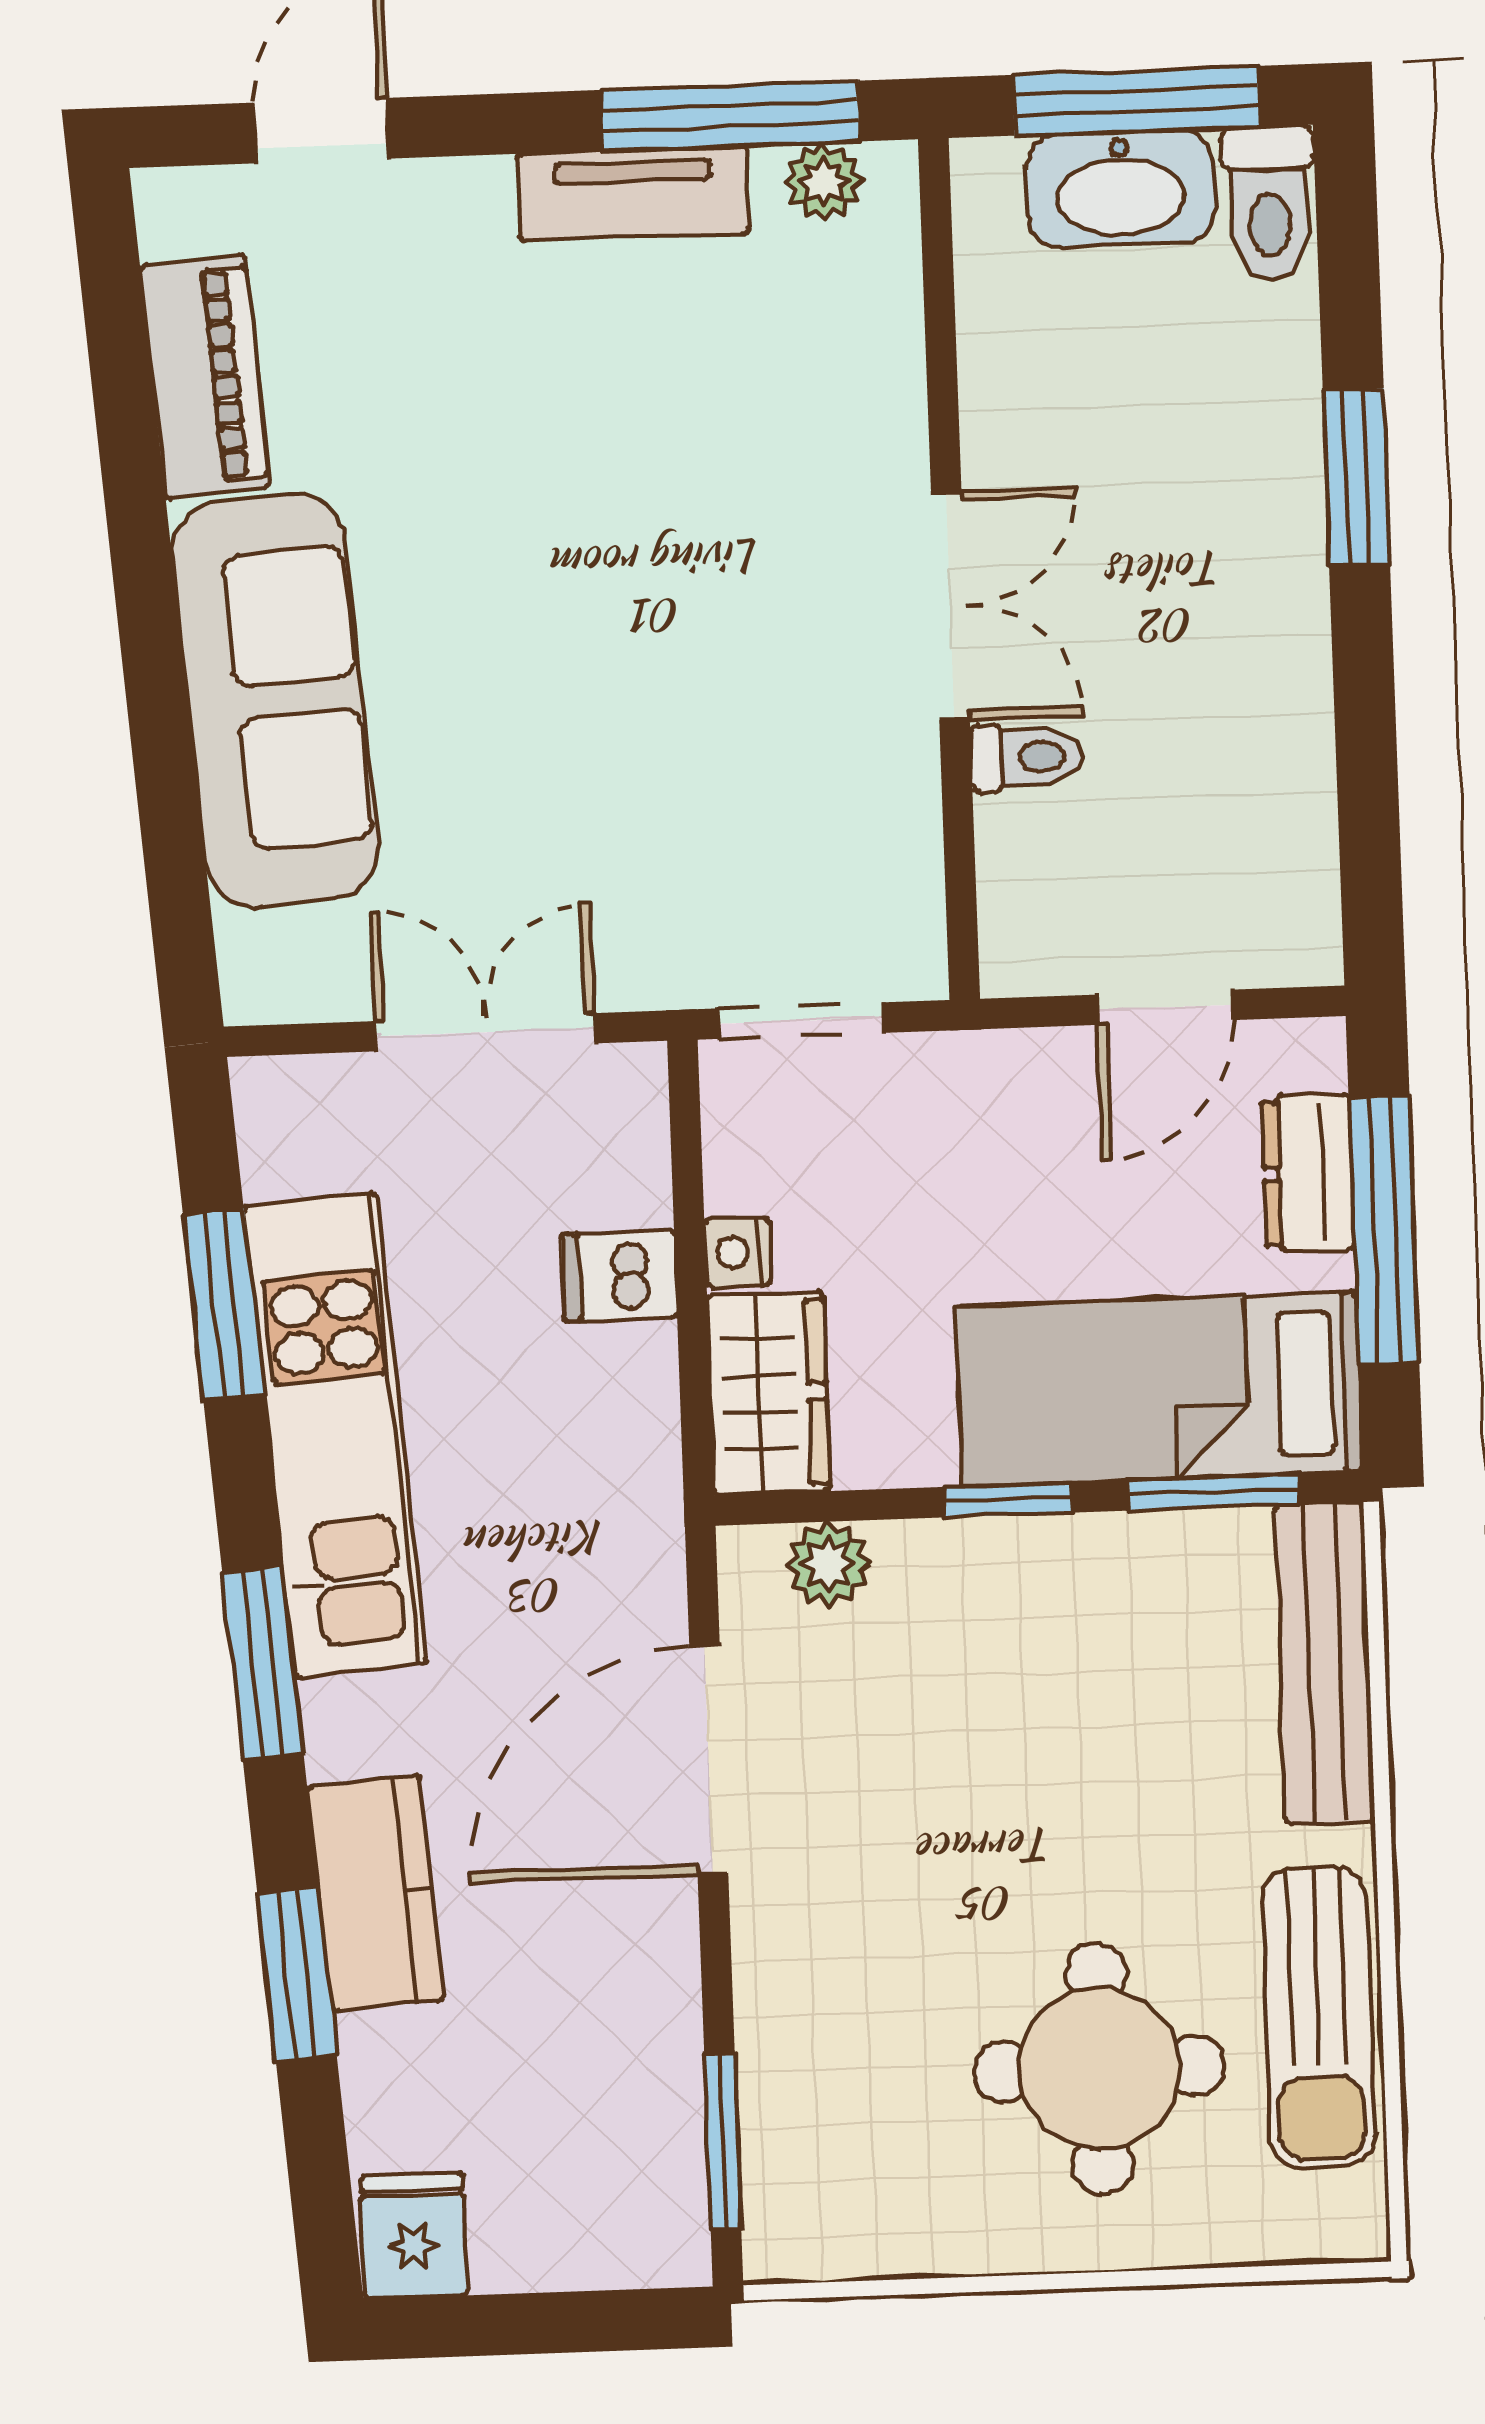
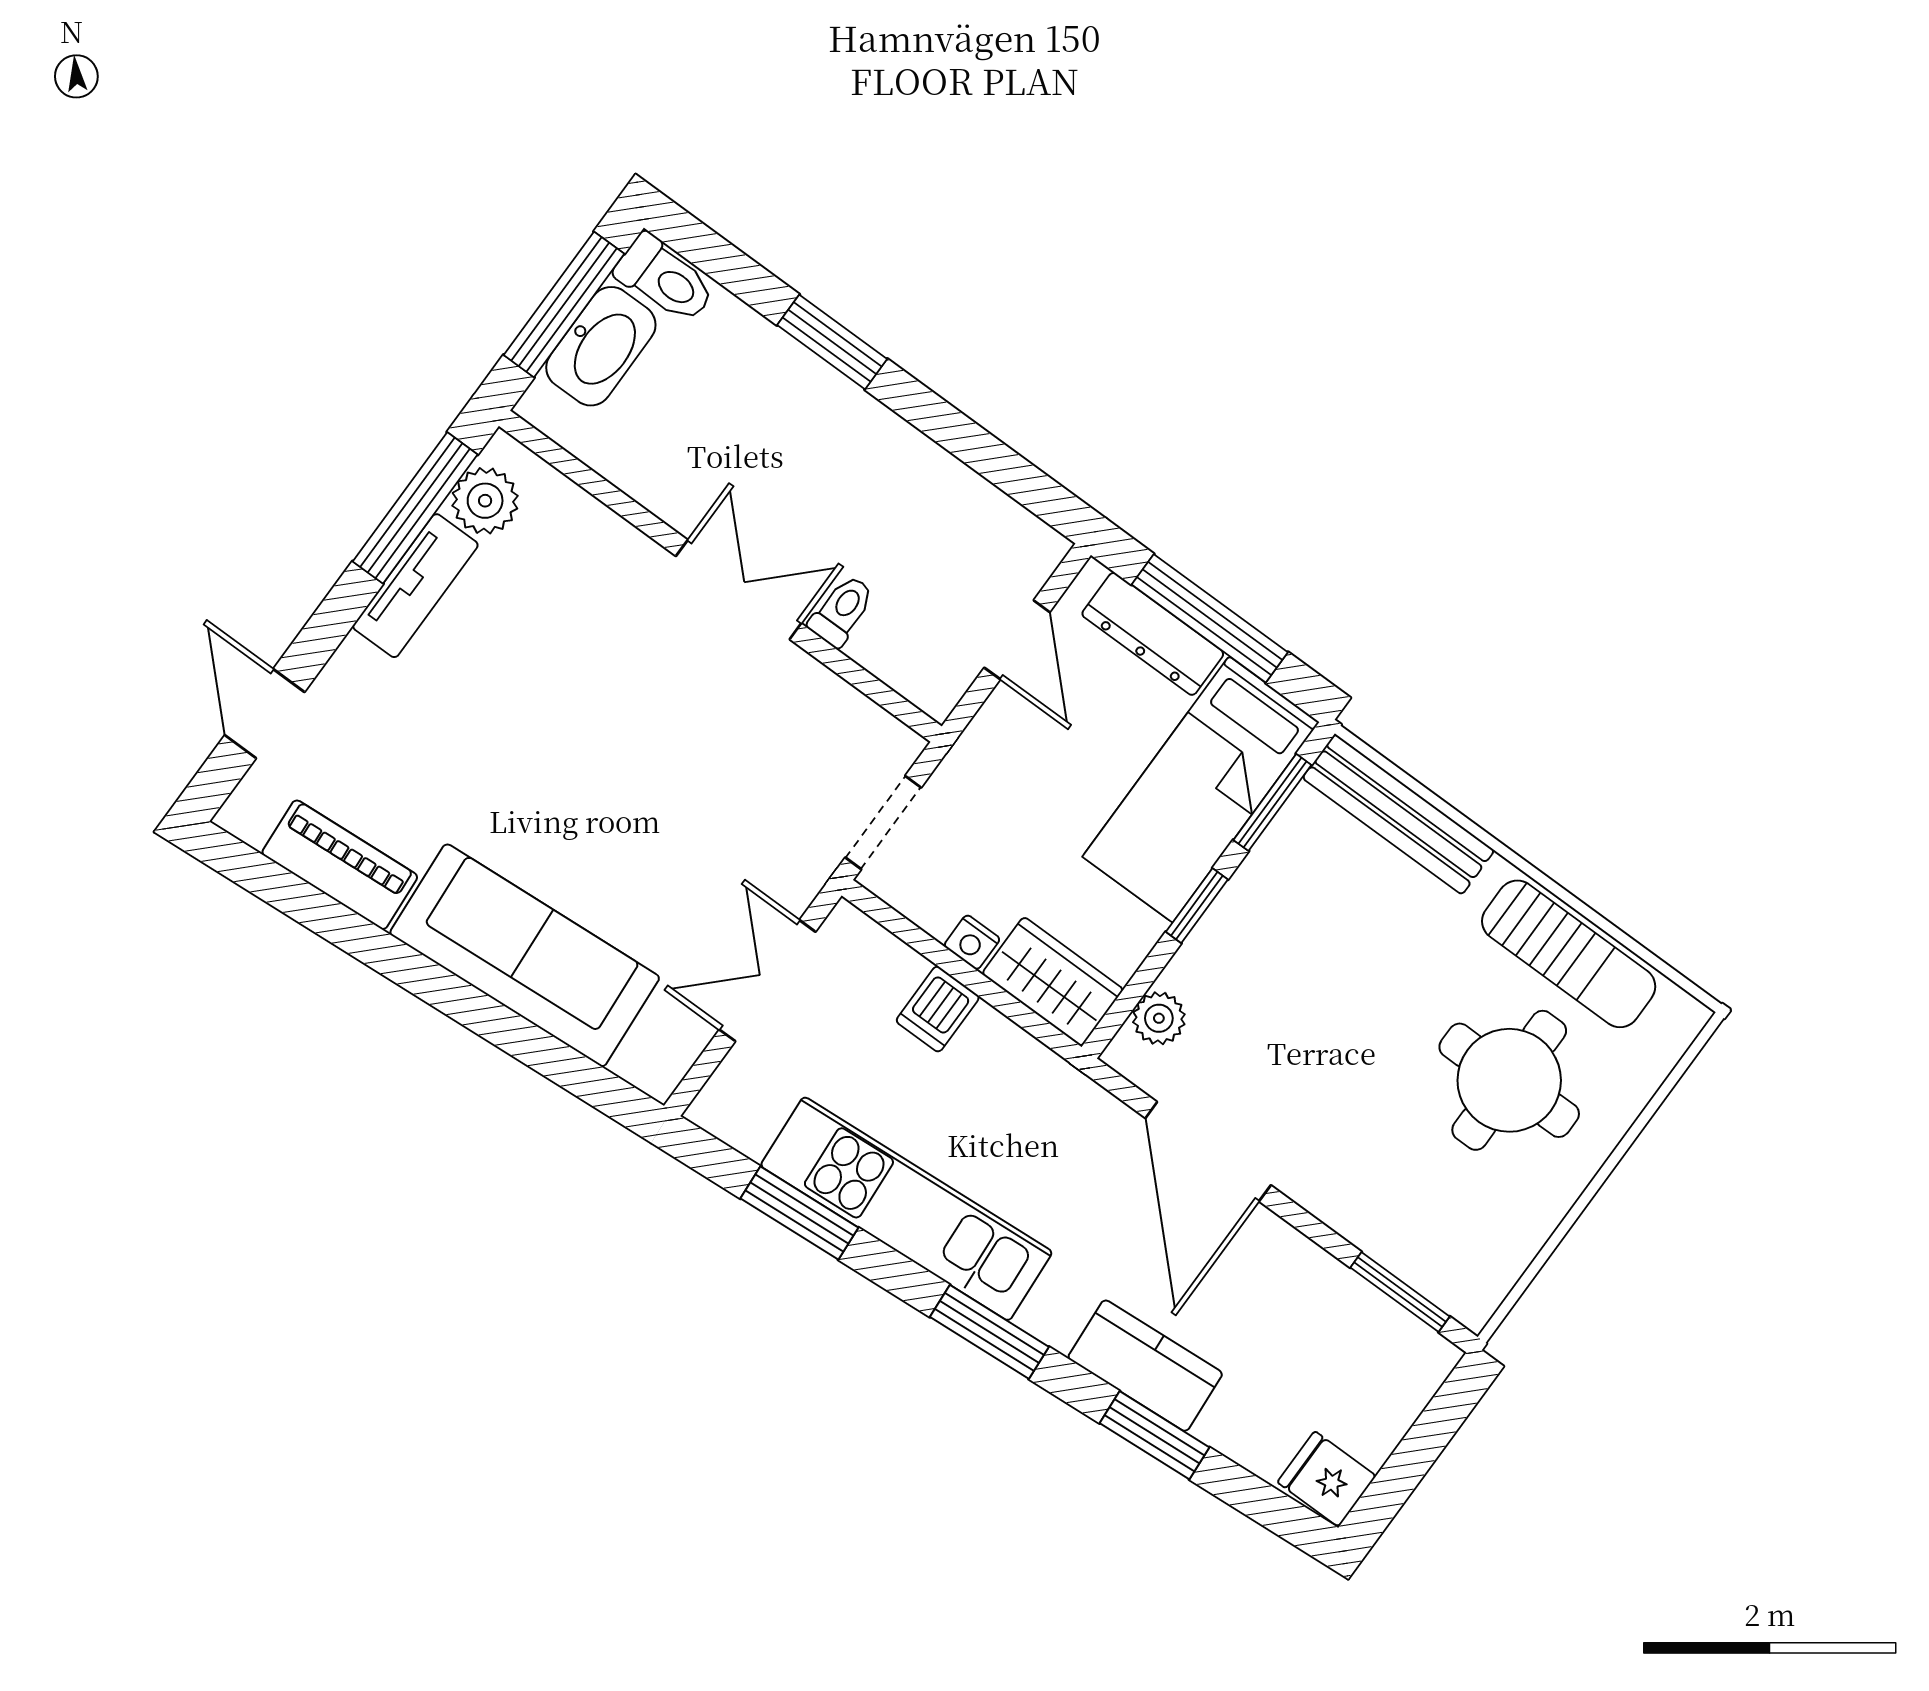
plant: (824, 182) -> (485, 501), width x1.38, depth x1.38
dresser: (1308, 1173) -> (1153, 634), width x1.44

